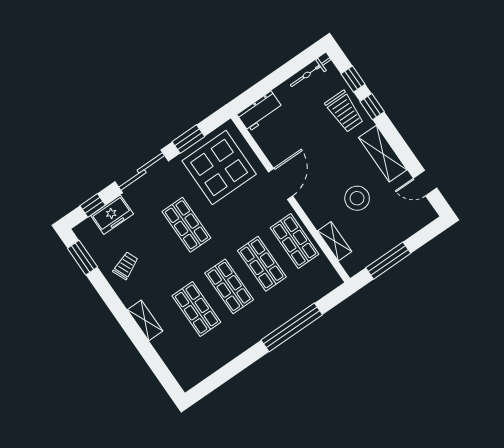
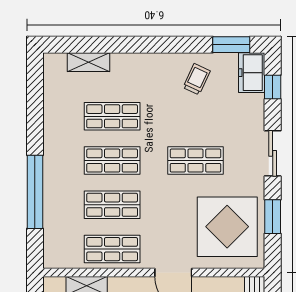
sliding door: (142, 171) -> (273, 153), width x0.73
freezer: (112, 215) -> (252, 73), moved
trolley: (126, 266) -> (197, 79), turned -132
shelving: (145, 320) -> (88, 62), moved

